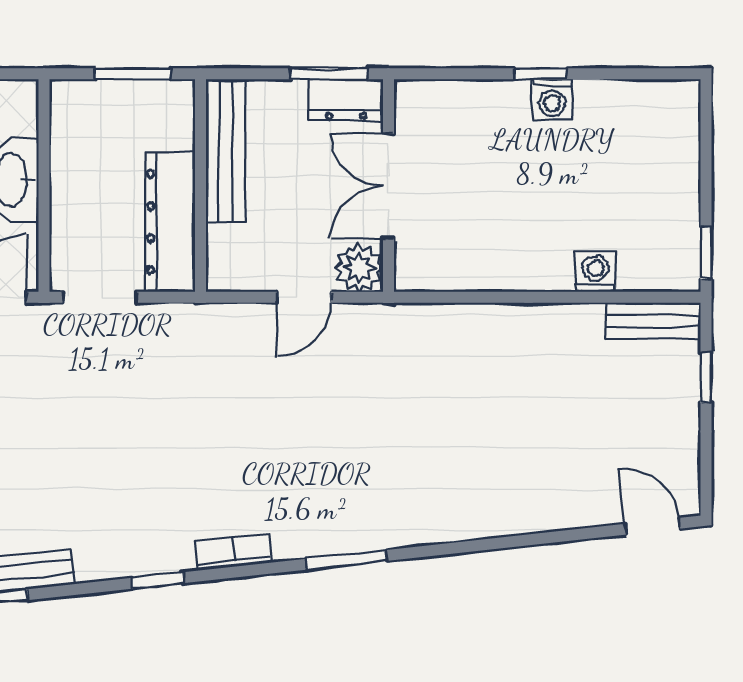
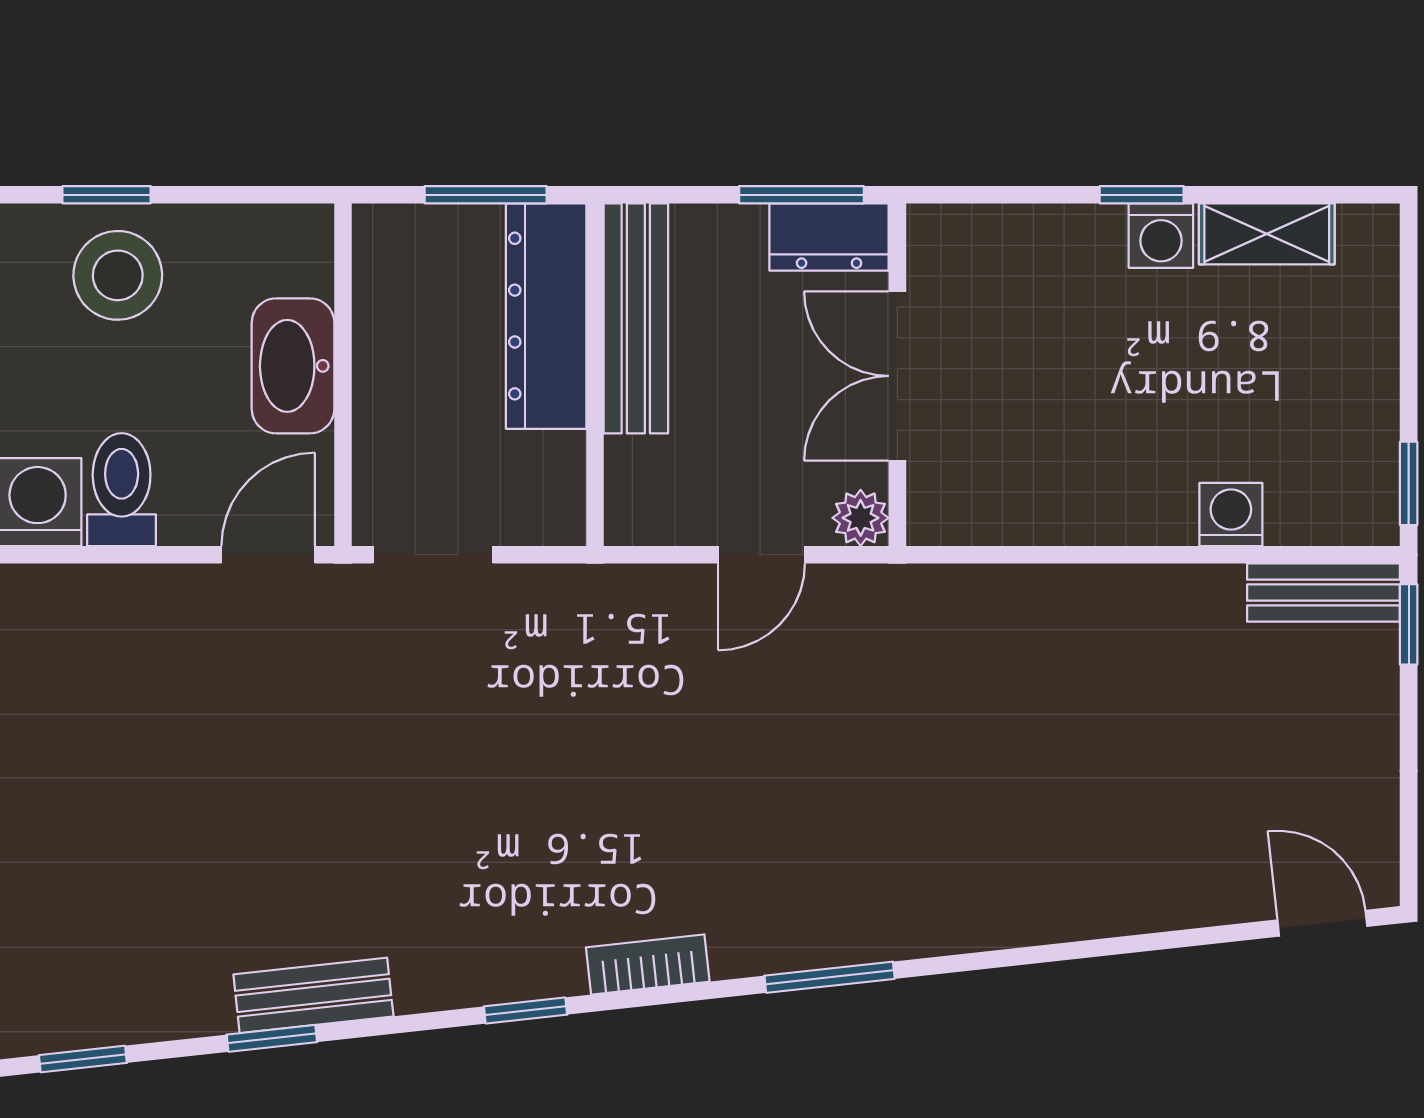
shelving: (618, 98) -> (1267, 234), added
dresser: (170, 222) -> (546, 316), moved
plant: (359, 268) -> (861, 518), width x0.73, depth x0.73
window: (706, 377) -> (1409, 624), moved

